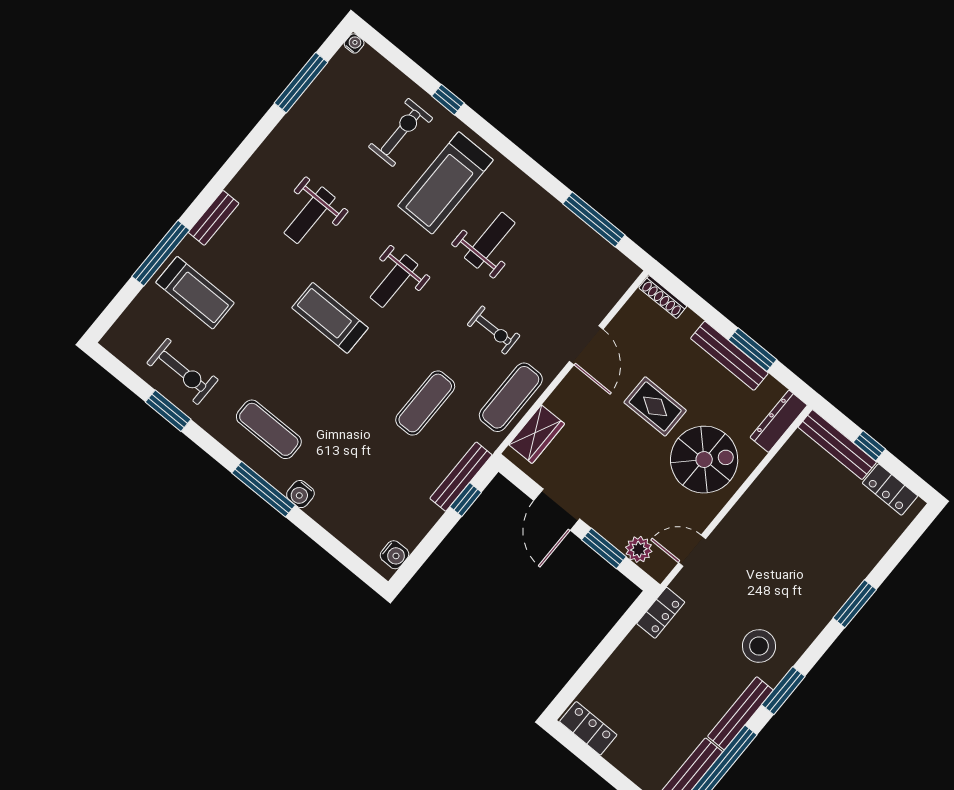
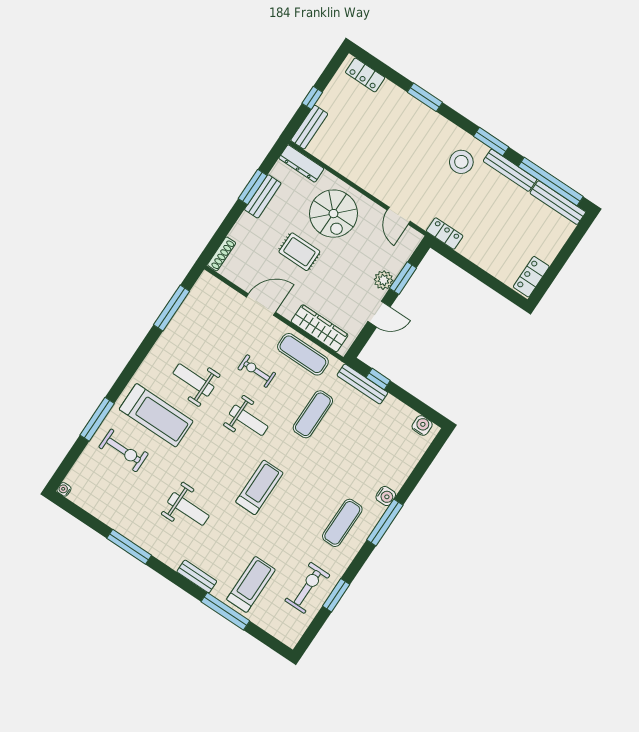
window: (301, 83) -> (129, 547), moved
window: (448, 100) -> (97, 419), width x2.17
exercise bike: (401, 132) -> (124, 450), turned 180
weight bench: (394, 281) -> (249, 420), moved
treadmill: (330, 318) -> (259, 487), turned 180
exercise bike: (494, 330) -> (257, 371), turned -89
bench: (729, 356) -> (263, 196), width x0.73
exercise mat: (425, 403) -> (313, 414), turned 90
rug: (655, 406) -> (299, 252), turned 90
wardrobe: (537, 434) -> (320, 328), width x1.50
bench: (837, 445) -> (309, 127), width x0.73
spiral stairs: (704, 460) -> (333, 214), turned 180
locker: (890, 490) -> (365, 75), moved, turned 90
door: (557, 510) -> (379, 314), width x0.73
plant: (639, 549) -> (384, 280), moved

